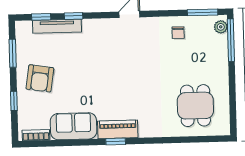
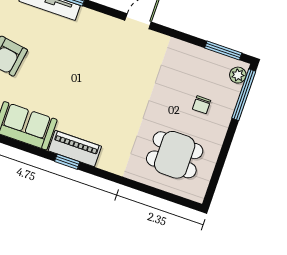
chair: (178, 33) -> (202, 105), moved
dining table: (195, 106) -> (175, 155), turned 90

